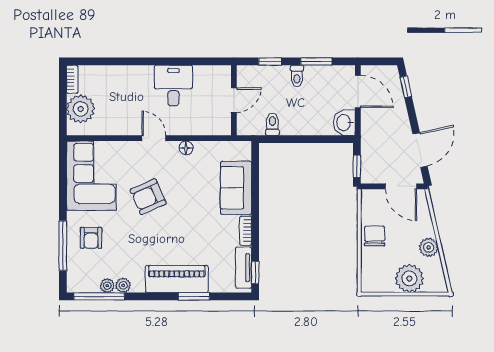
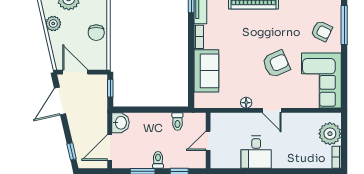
door: (358, 92) -> (110, 147), hinge flipped
armchair: (91, 238) -> (322, 31), turned 116

